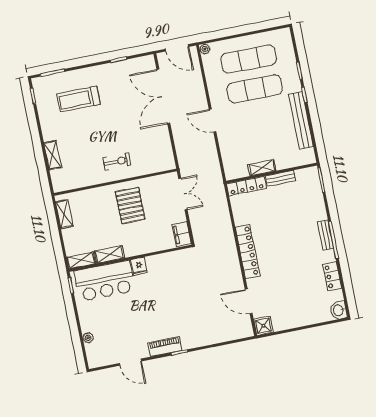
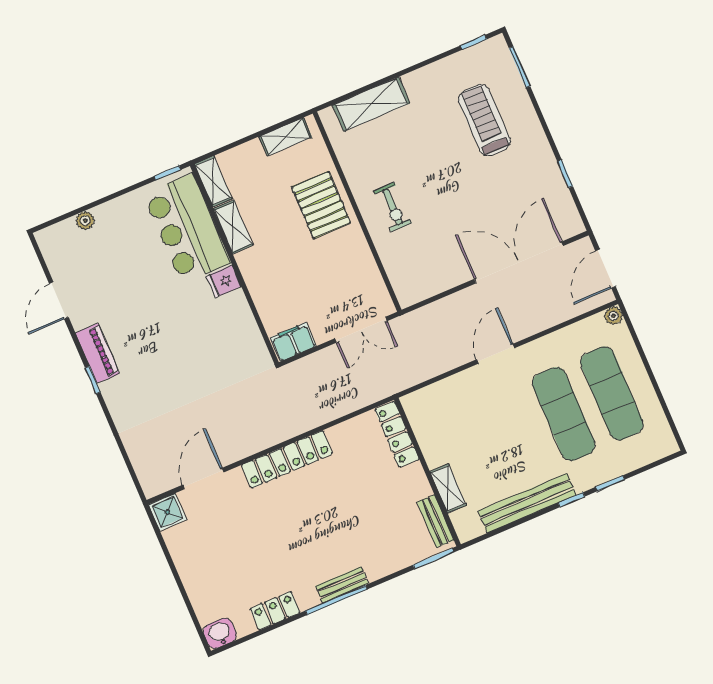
shelving: (52, 155) -> (371, 104), width x1.50, depth x1.33
shelving: (262, 168) -> (448, 488), moved
bench: (280, 178) -> (435, 521), moved
pallet: (130, 206) -> (321, 205), moved, turned 90

